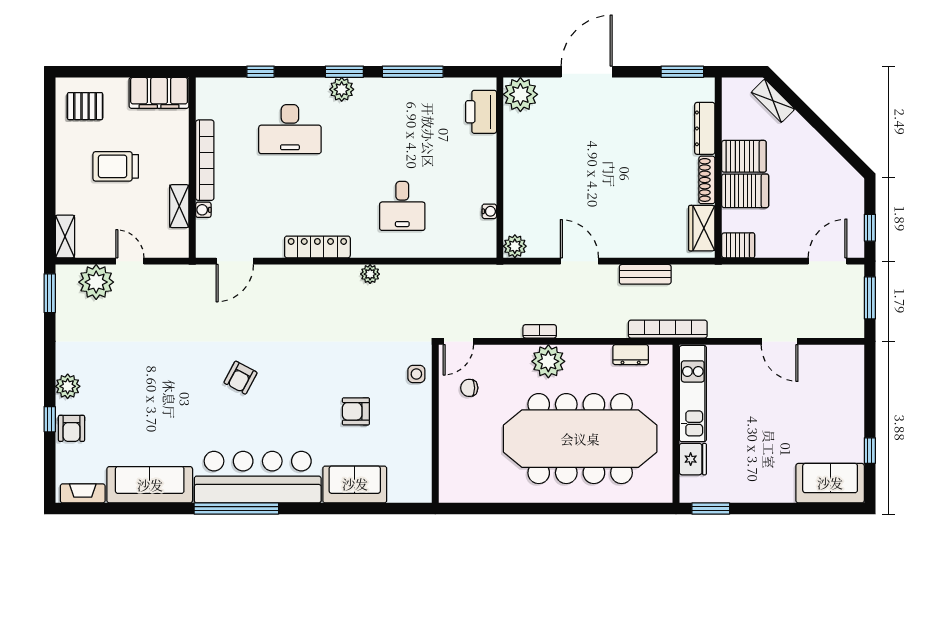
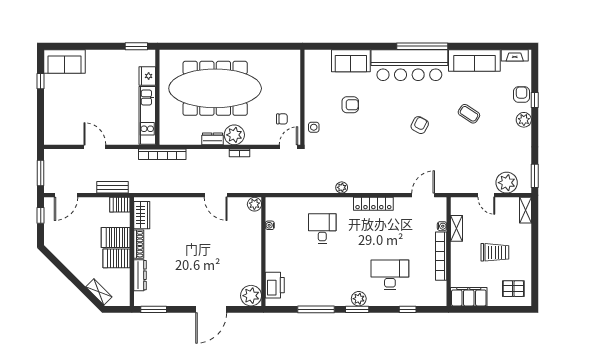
bench: (645, 274) -> (112, 187), moved
dresser: (631, 355) -> (212, 139), moved
coffee table: (159, 396) -> (469, 114), added

